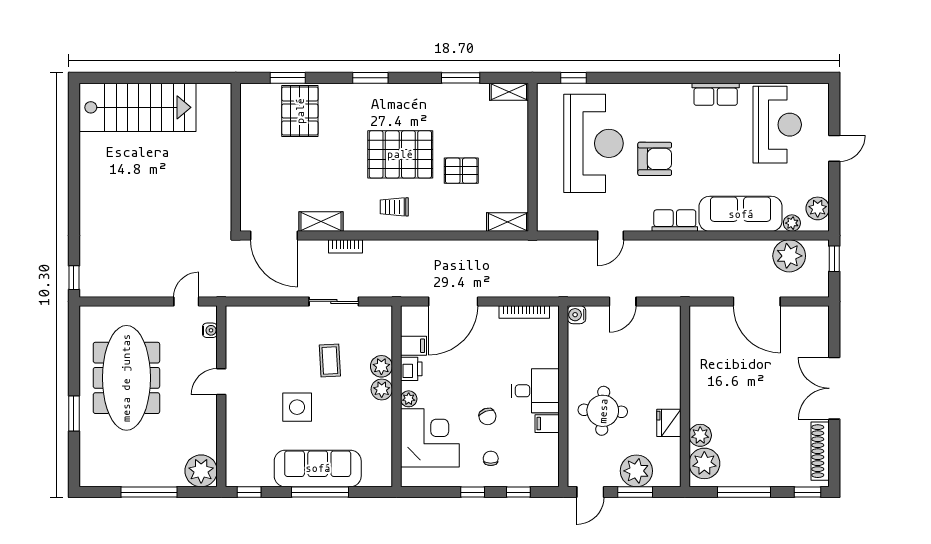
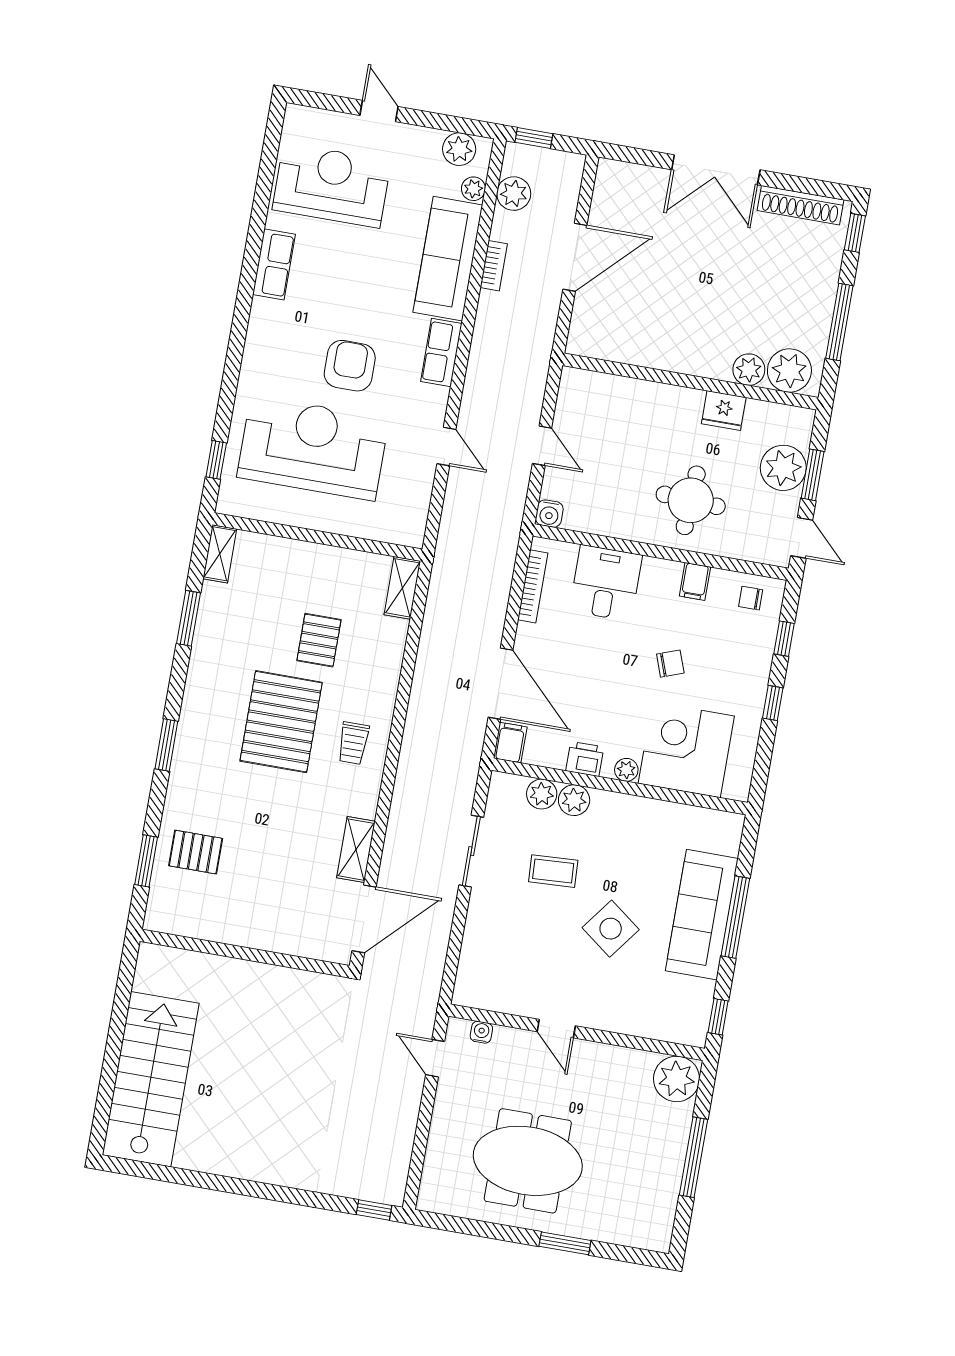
pallet: (300, 111) -> (196, 852), width x0.67, depth x0.71
bookcase: (346, 246) -> (494, 266), moved
plant: (789, 256) -> (514, 194), width x0.73, depth x0.73
filing cabinet: (413, 346) -> (510, 743), moved
meeting table: (126, 378) -> (528, 1161), width x0.73
plant: (382, 389) -> (542, 794), moved
desk: (535, 391) -> (606, 583), moved
side table: (297, 407) -> (611, 929), turned 37
chair: (491, 458) -> (751, 598), moved

